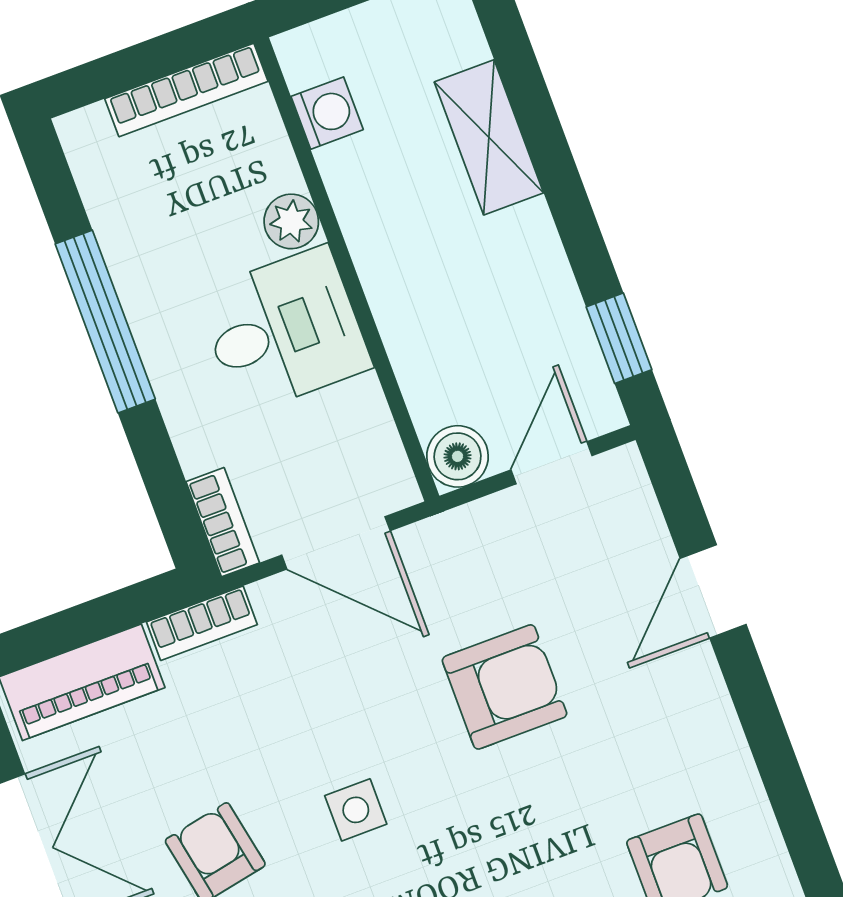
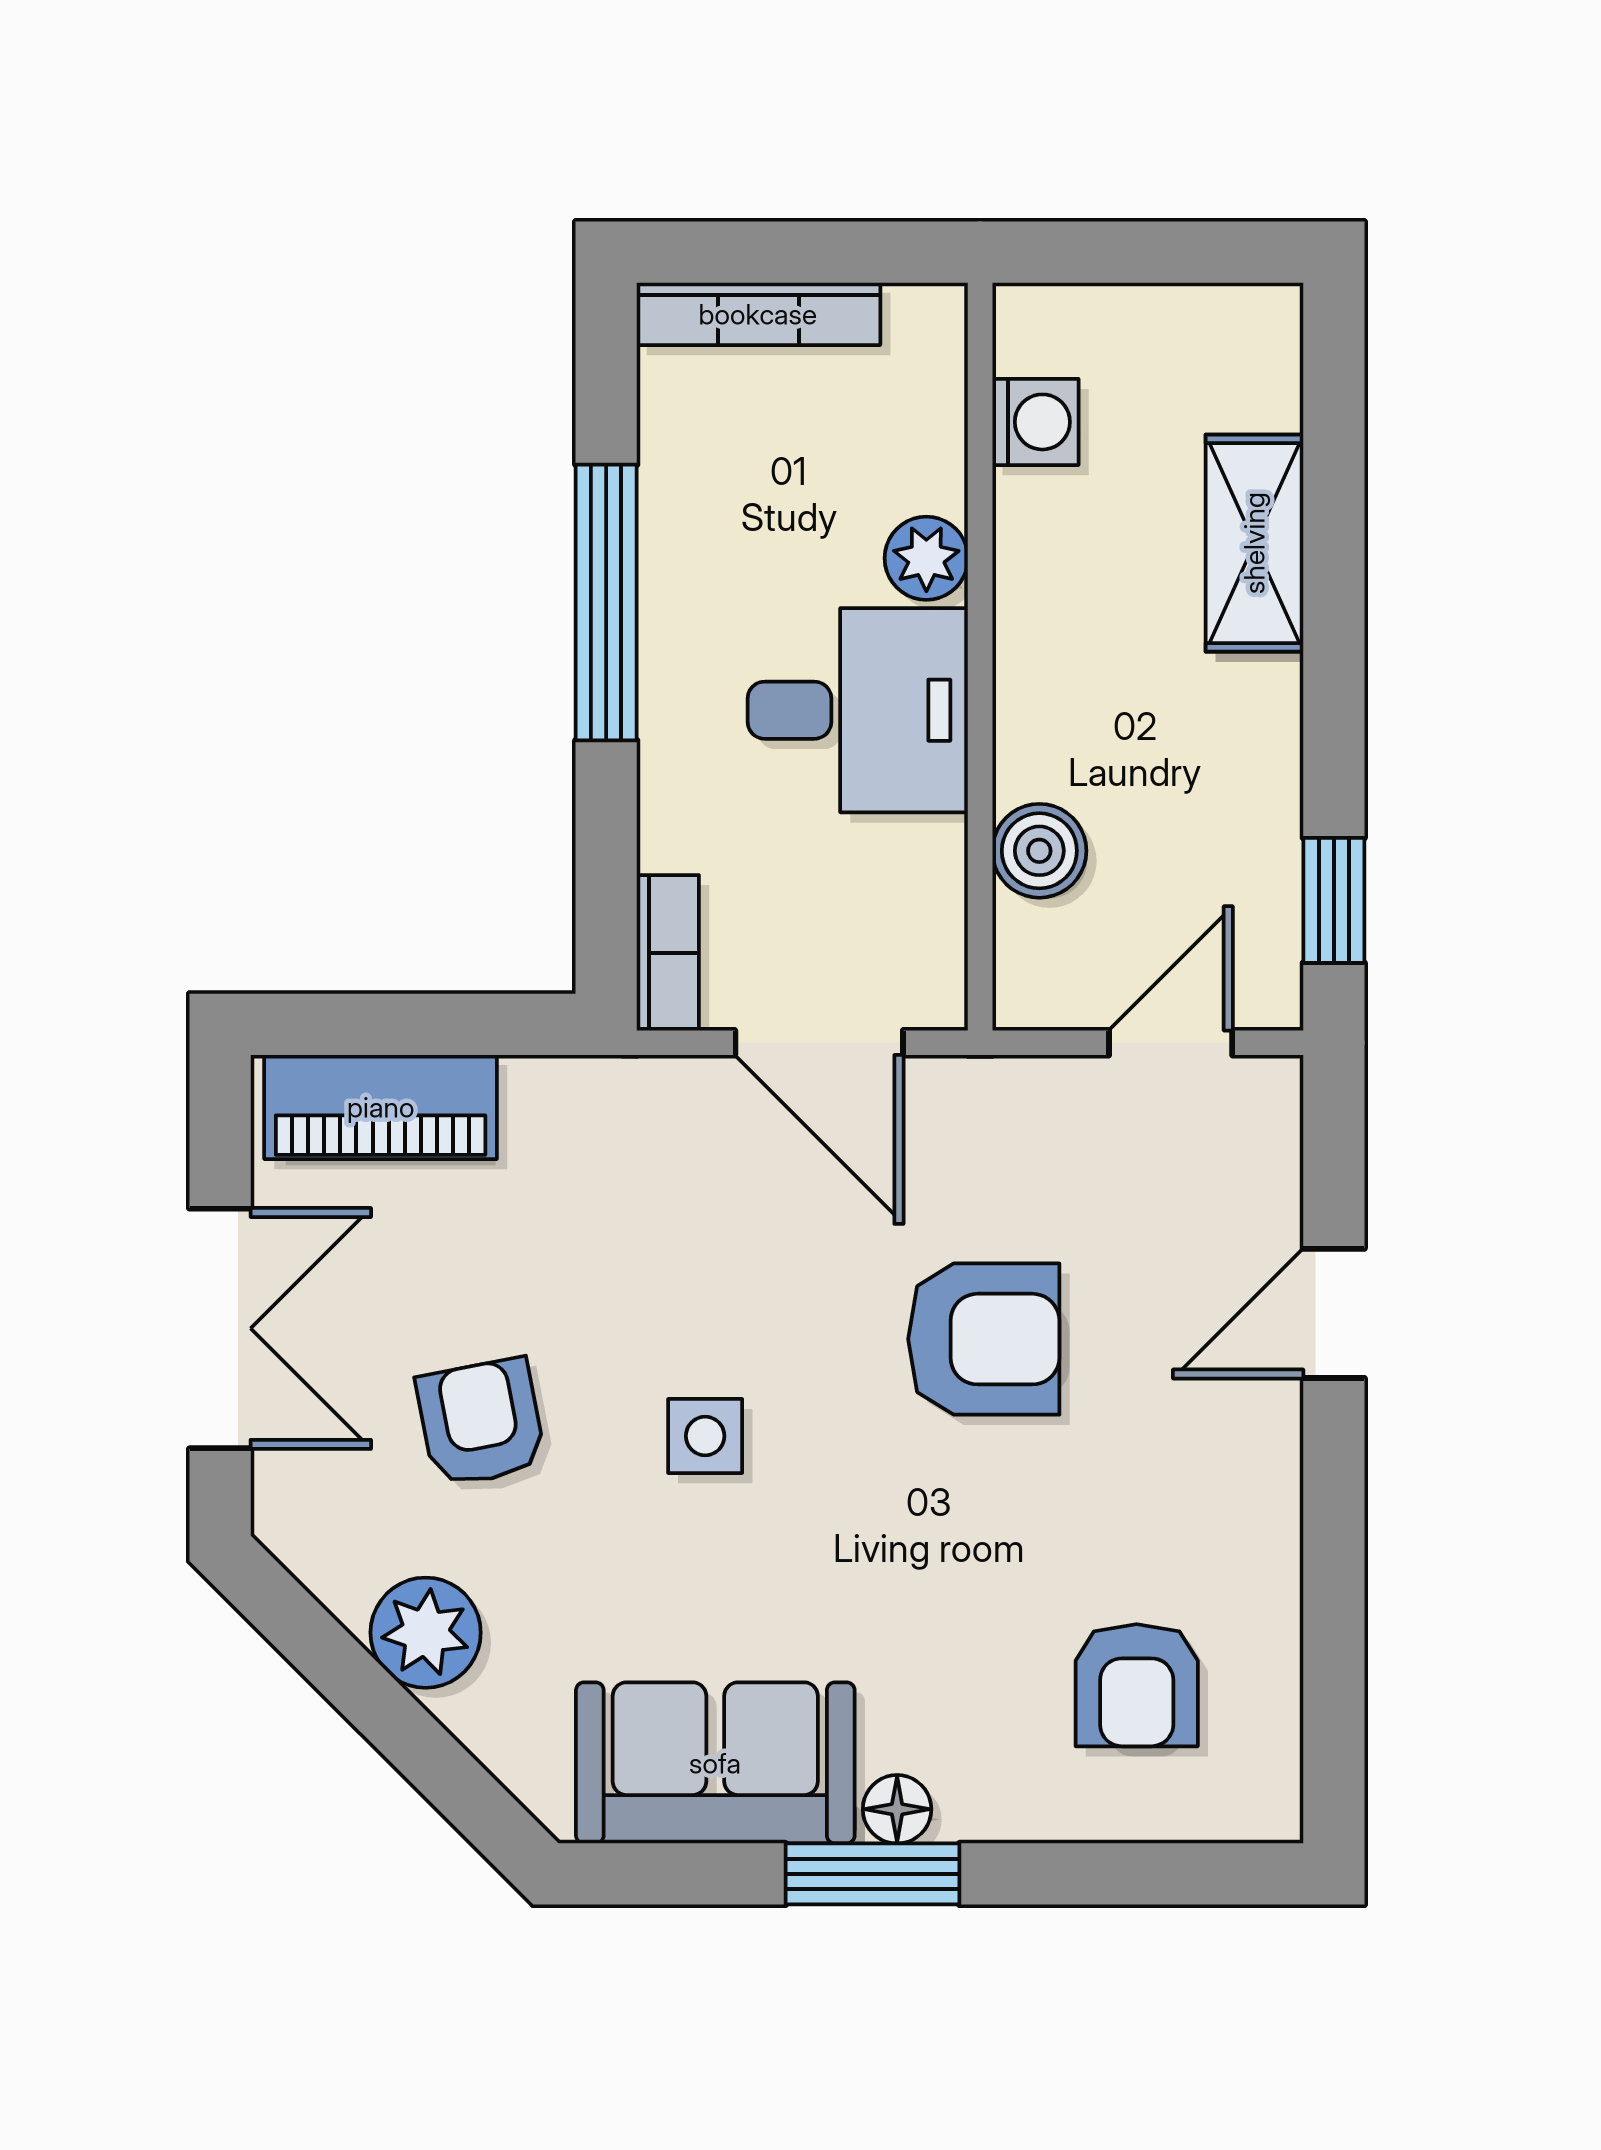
bookcase: (186, 90) -> (758, 314), moved
boiler: (458, 456) -> (1039, 851), moved
bookcase: (202, 623) -> (584, 1087), removed

